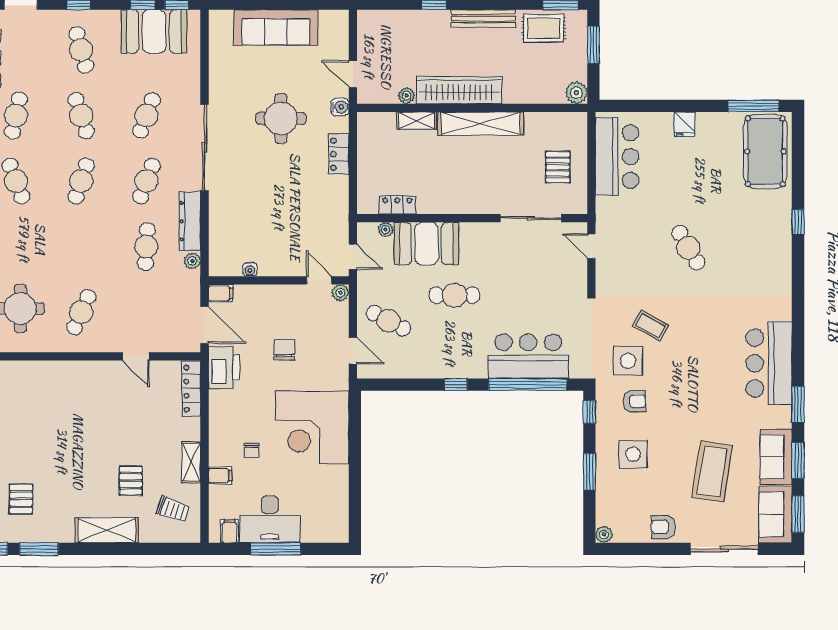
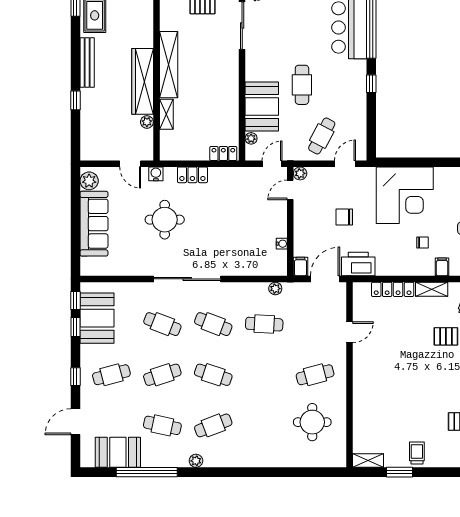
plant: (331, 21) -> (89, 181), added
door: (353, 74) -> (130, 164), hinge flipped
locker: (397, 205) -> (223, 154), moved, turned 90
dresser: (190, 221) -> (244, 290), removed
cafe table: (81, 312) -> (315, 375), turned -39
locker: (191, 389) -> (393, 289), moved

